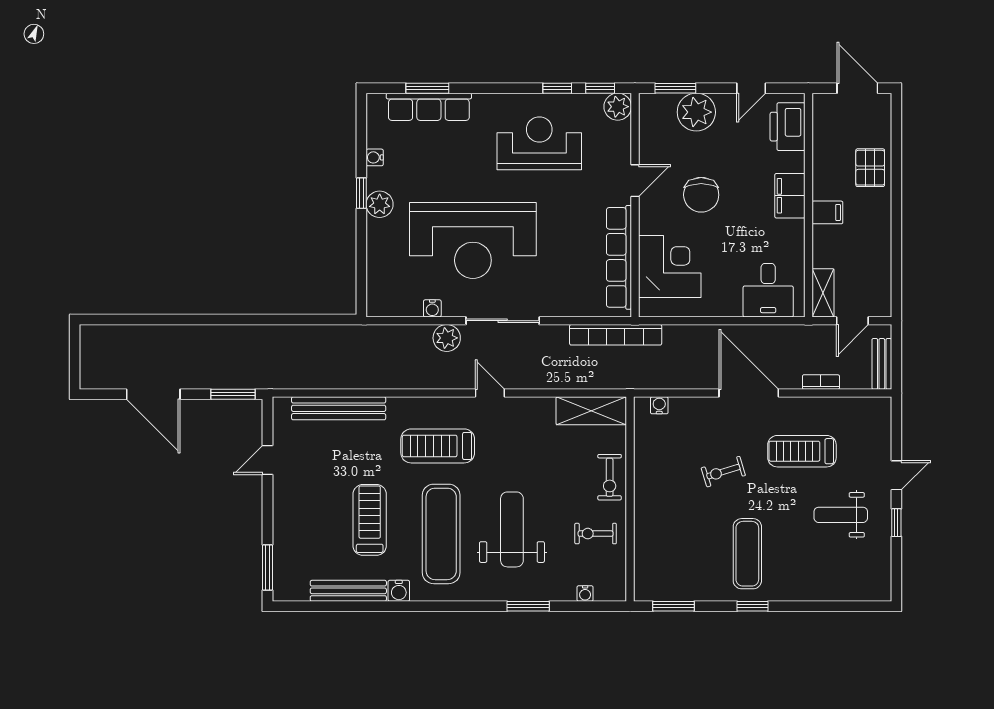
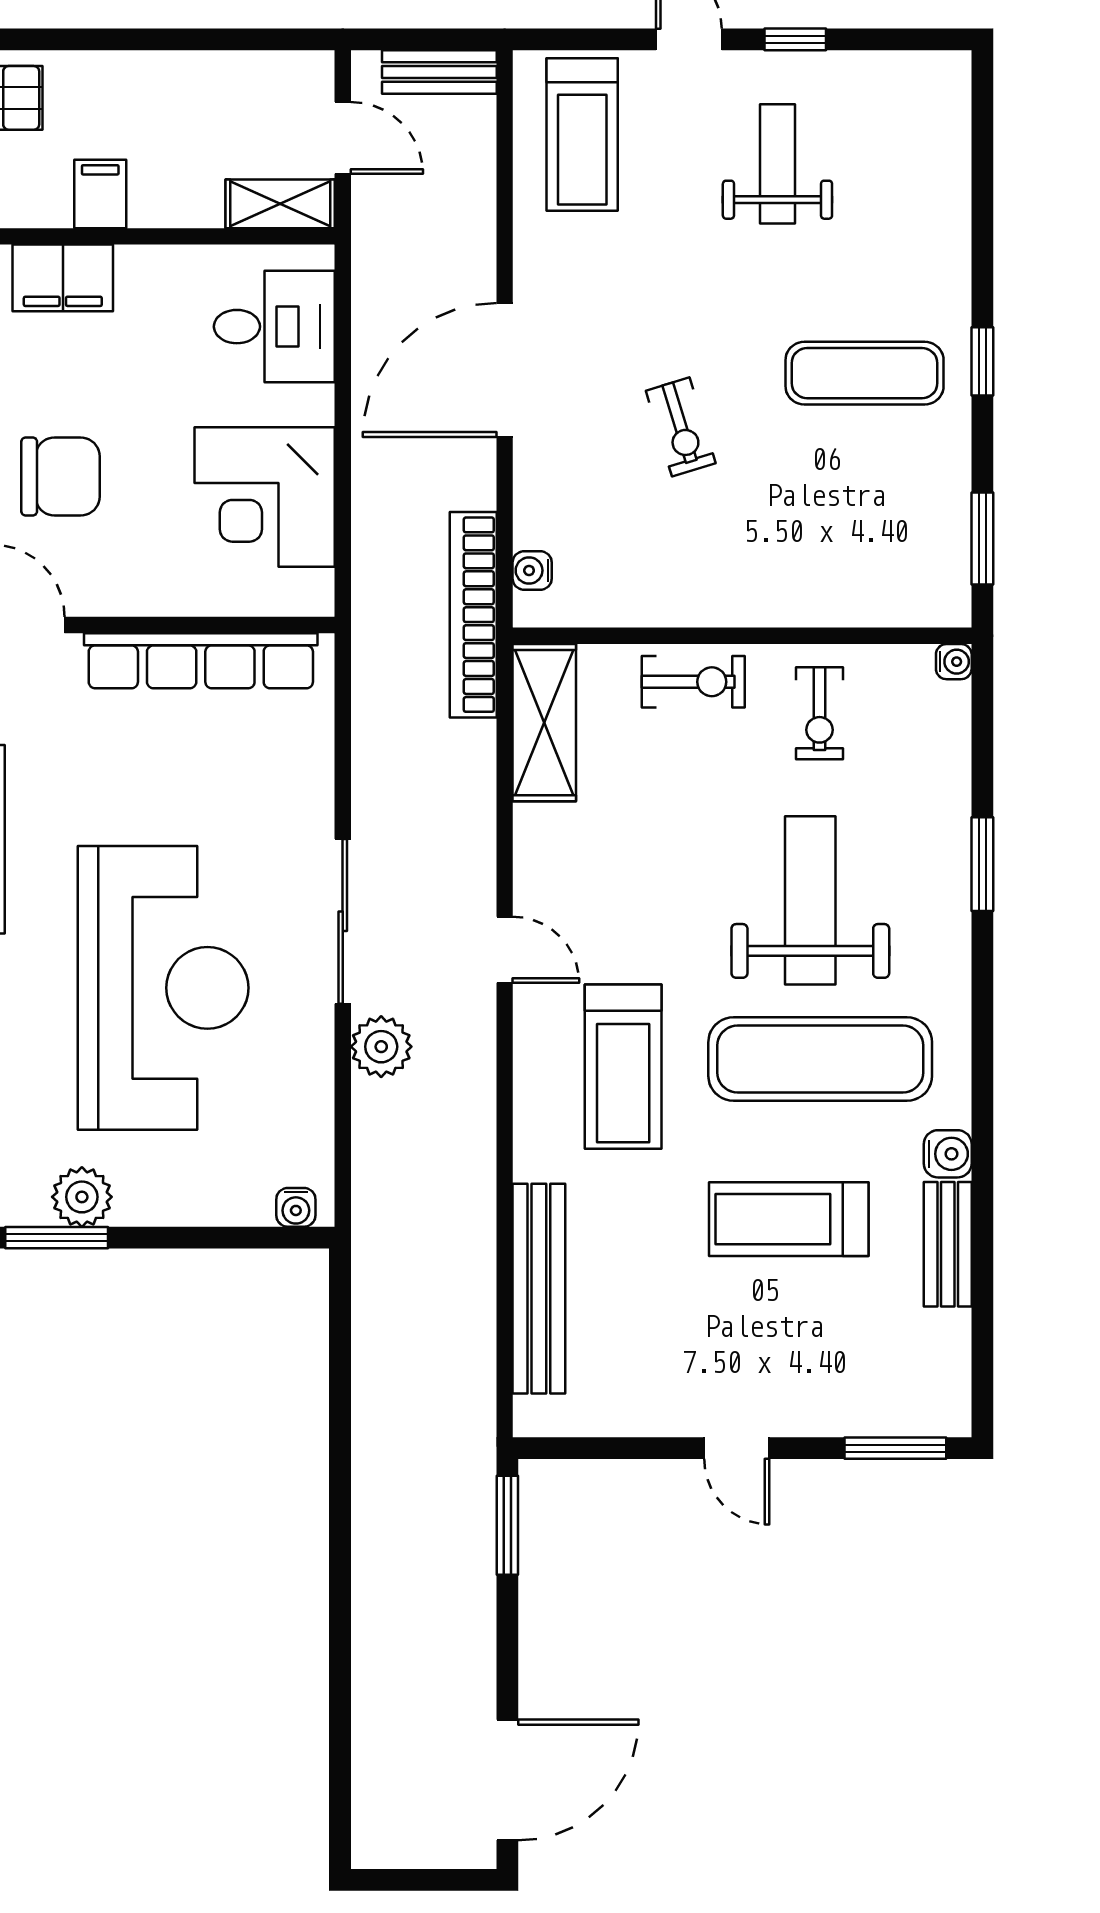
window: (361, 193) -> (57, 1238), width x1.50
corner desk: (670, 267) -> (265, 497), moved, turned -90
water cooler: (432, 308) -> (296, 1207), moved, turned 90
bookcase: (616, 335) -> (473, 615), moved, turned 180
bookcase: (821, 382) -> (480, 208), removed
door: (490, 393) -> (505, 950), swing flipped
door: (153, 394) -> (507, 1780), moved
treadmill: (802, 451) -> (582, 134), moved
door: (267, 460) -> (737, 1448), moved
weight bench: (841, 515) -> (777, 164), turned 180
weight bench: (512, 529) -> (810, 900), turned 90
bench: (348, 591) -> (948, 1244), width x0.73
water cooler: (585, 594) -> (954, 662), moved

